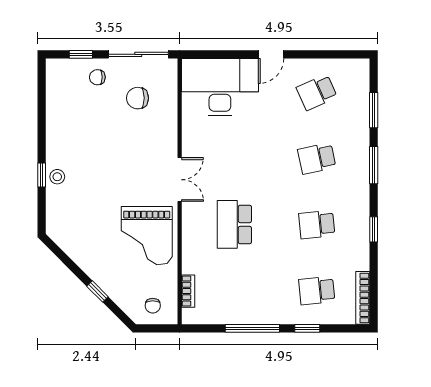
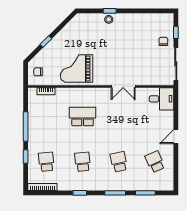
door: (271, 54) -> (176, 137), hinge flipped
desk: (220, 87) -> (162, 99), width x0.53, depth x0.77
chair: (137, 98) -> (152, 63), removed
double door: (180, 180) -> (123, 87), moved

